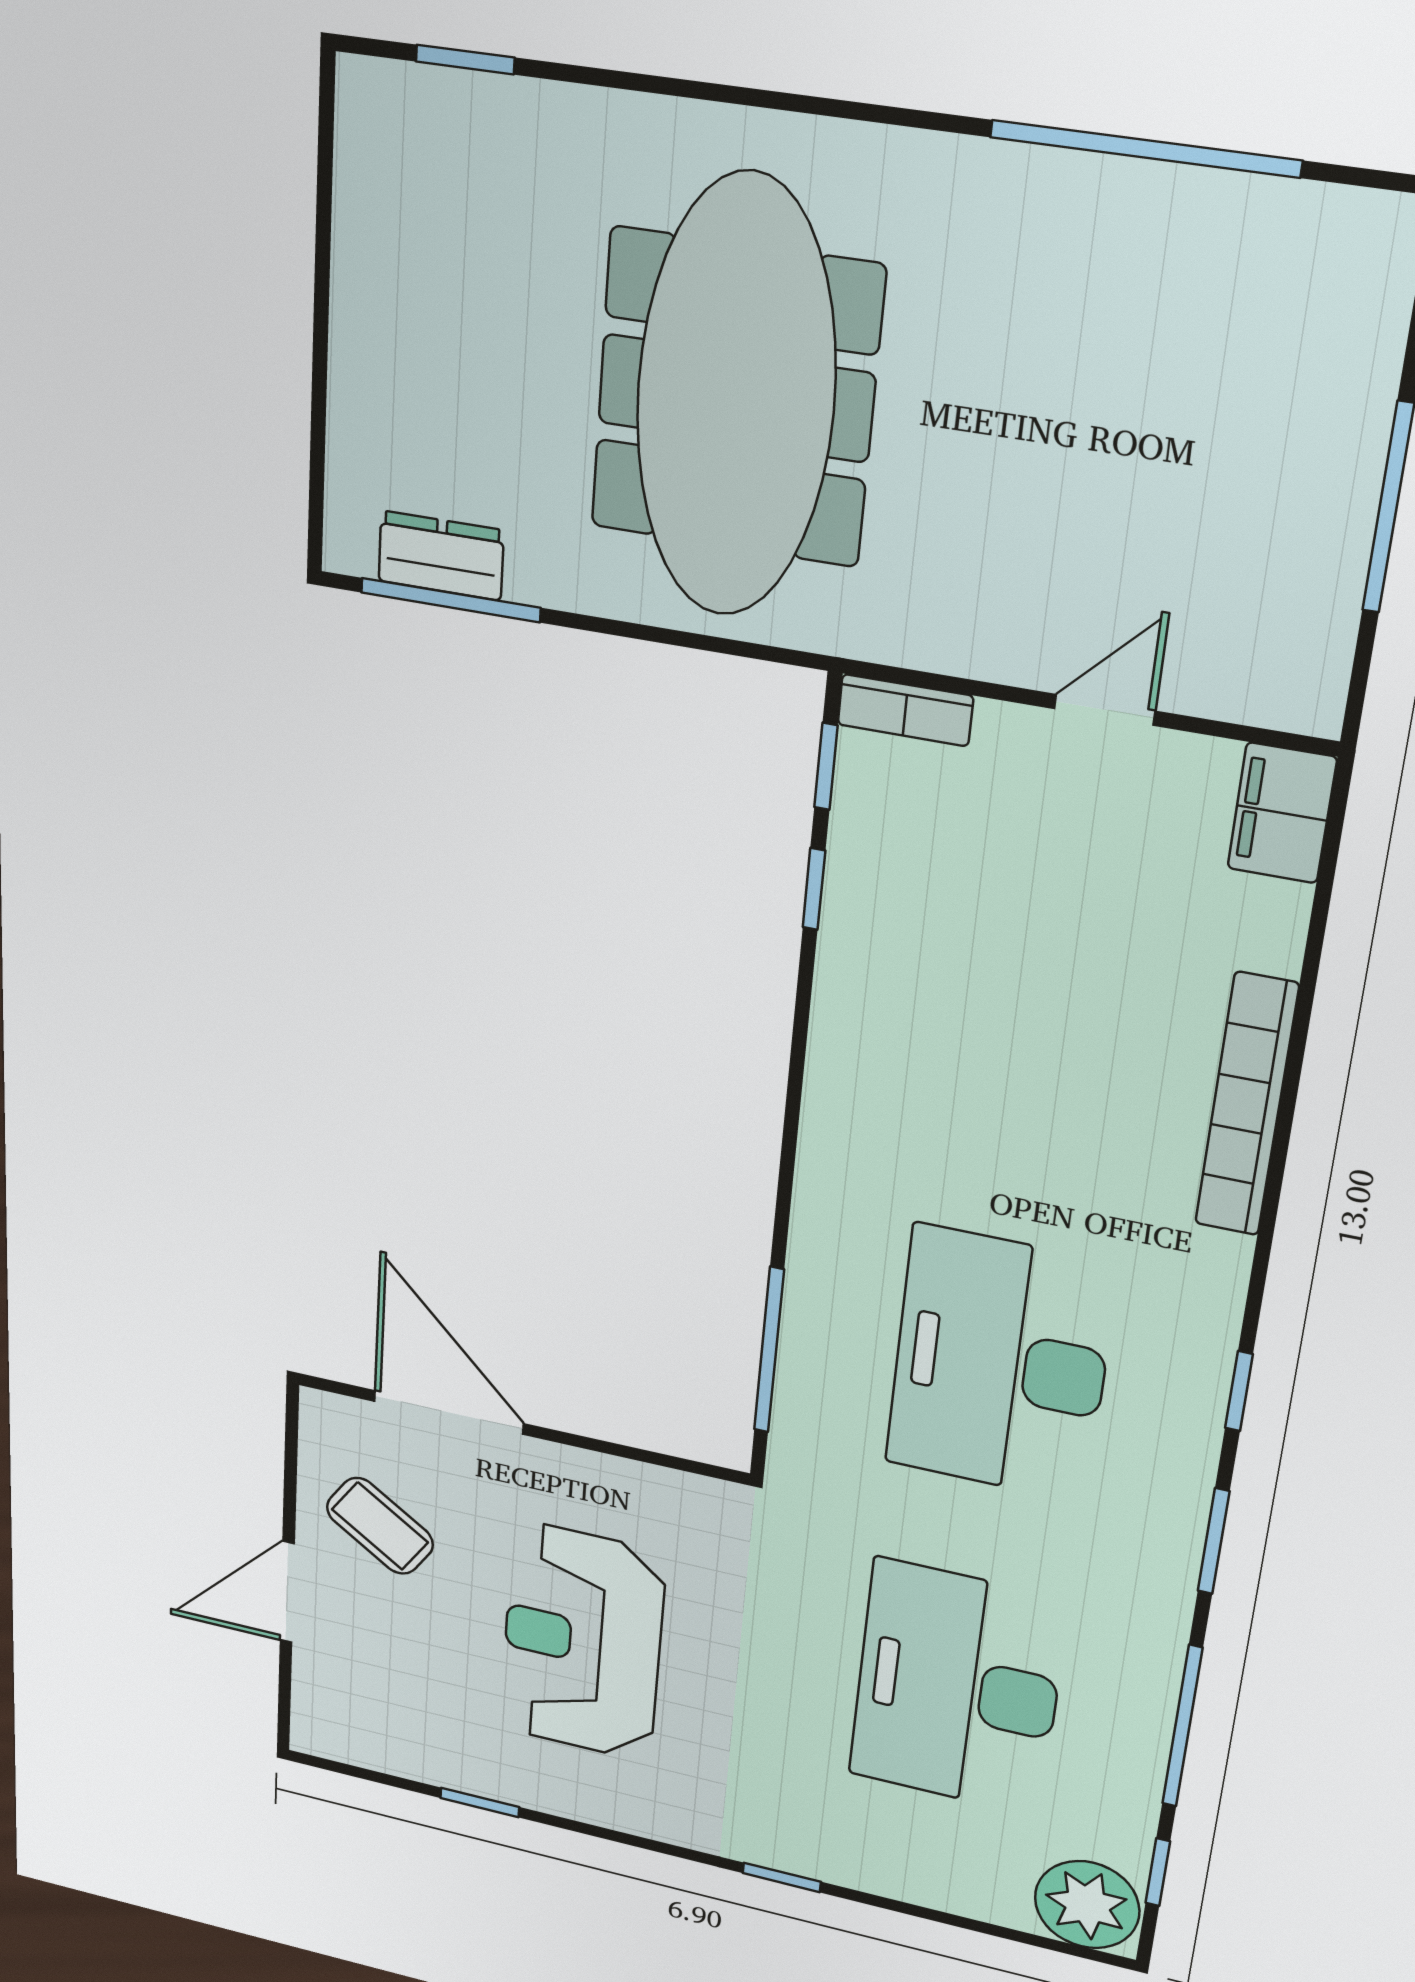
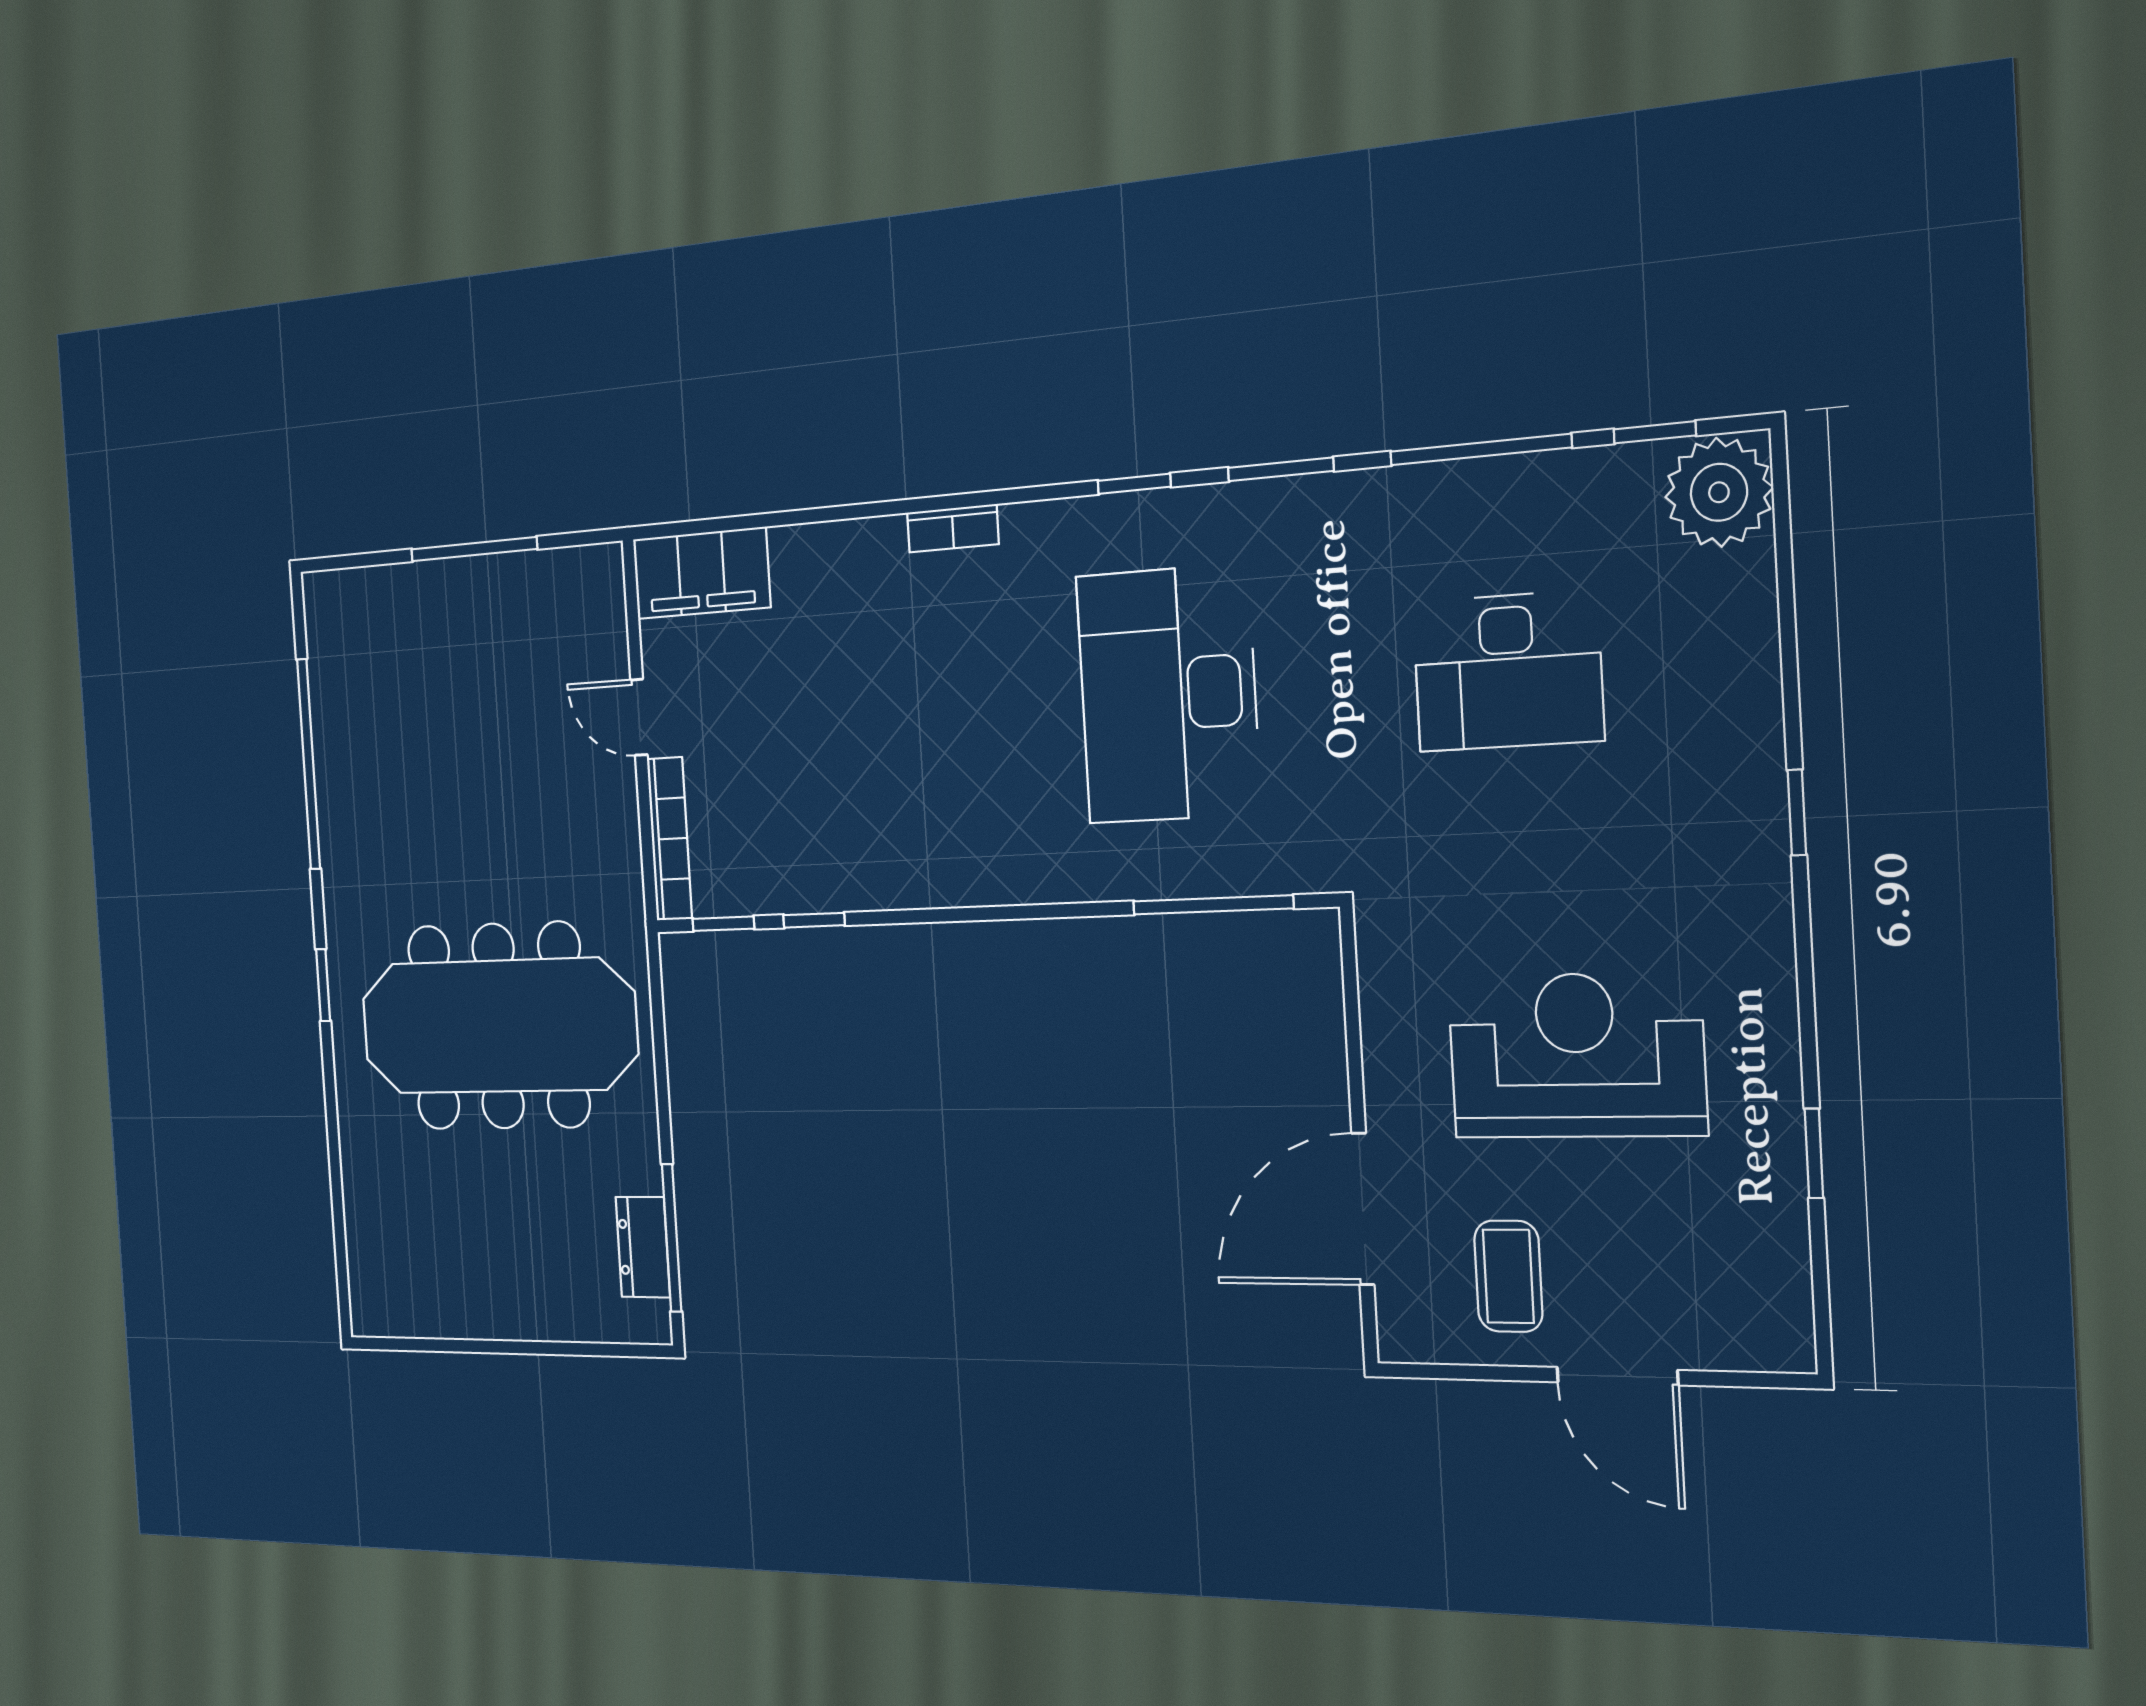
window: (465, 60) -> (323, 985), moved
bookcase: (905, 710) -> (669, 839), width x1.56
filing cabinet: (1282, 813) -> (701, 573), width x1.50, depth x1.17
bookcase: (1247, 1105) -> (953, 528), width x0.43, depth x0.76
desk: (1000, 1364) -> (1168, 694), turned 90
coffee table: (380, 1526) -> (1508, 1276), turned -34
reception desk: (582, 1642) -> (1576, 1055), turned 180
desk: (957, 1688) -> (1508, 671), width x0.73, depth x0.77

